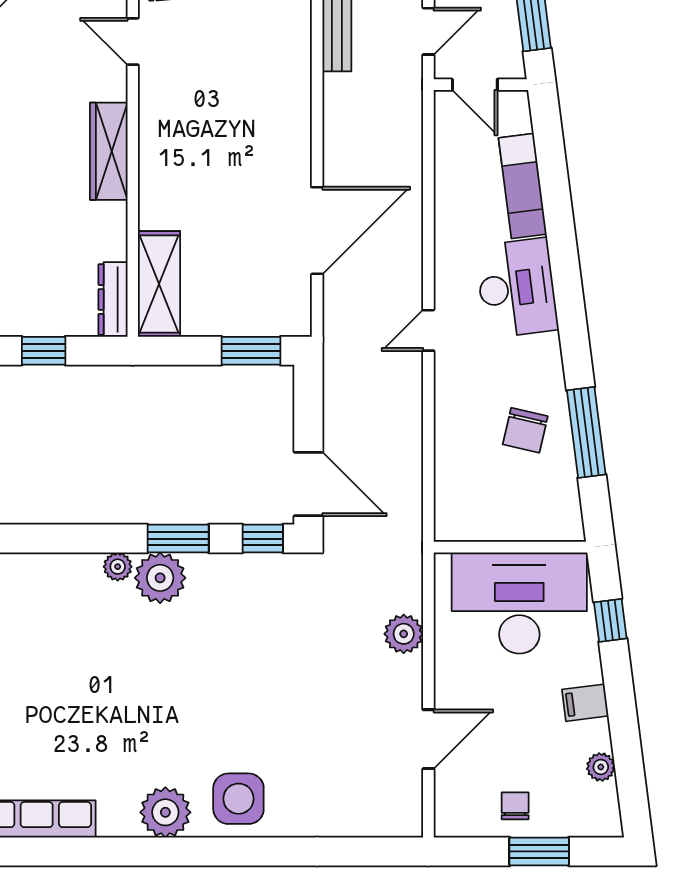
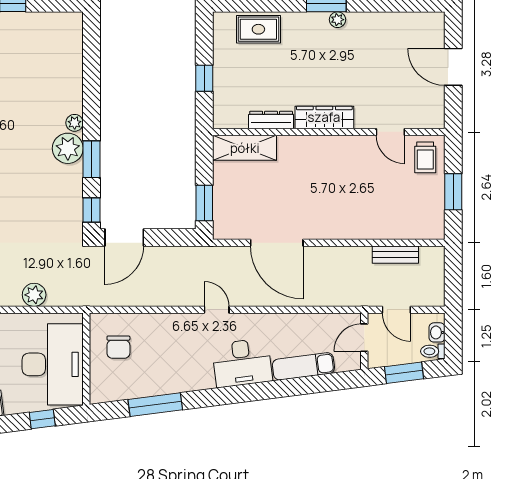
door: (133, 41) -> (390, 132), swing flipped
dresser: (113, 299) -> (271, 120), moved
chair: (525, 430) -> (118, 347), moved, turned -103

